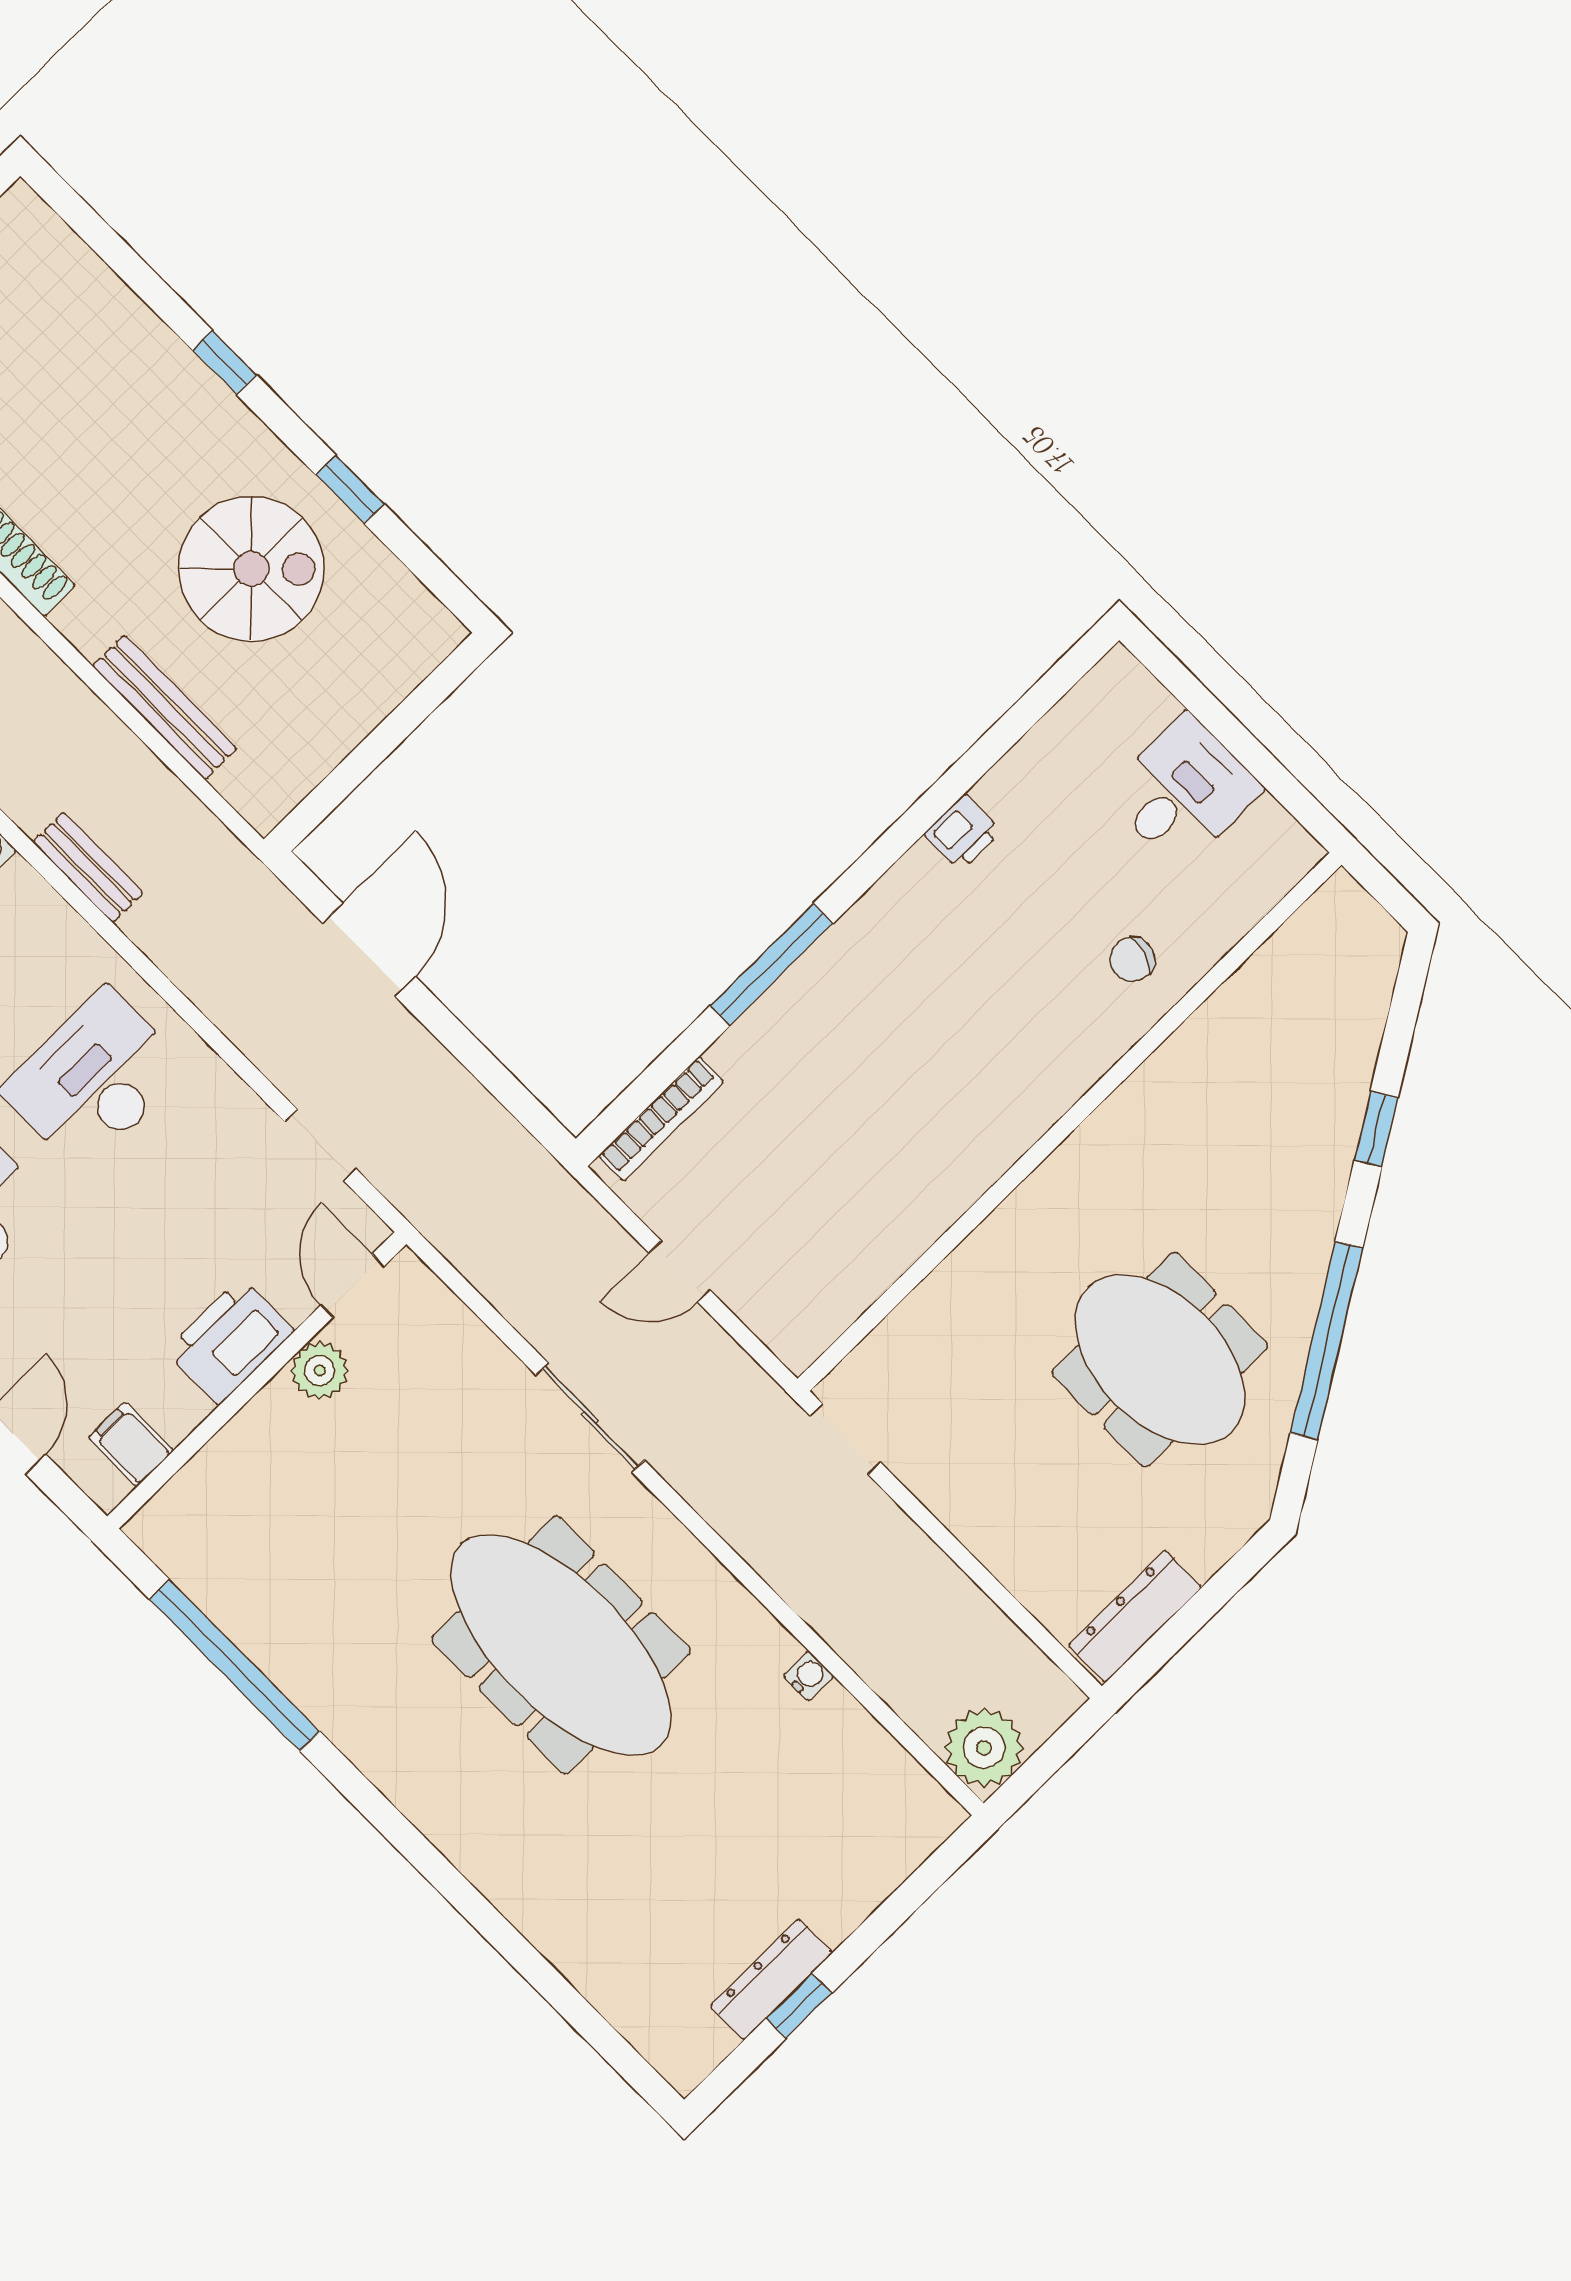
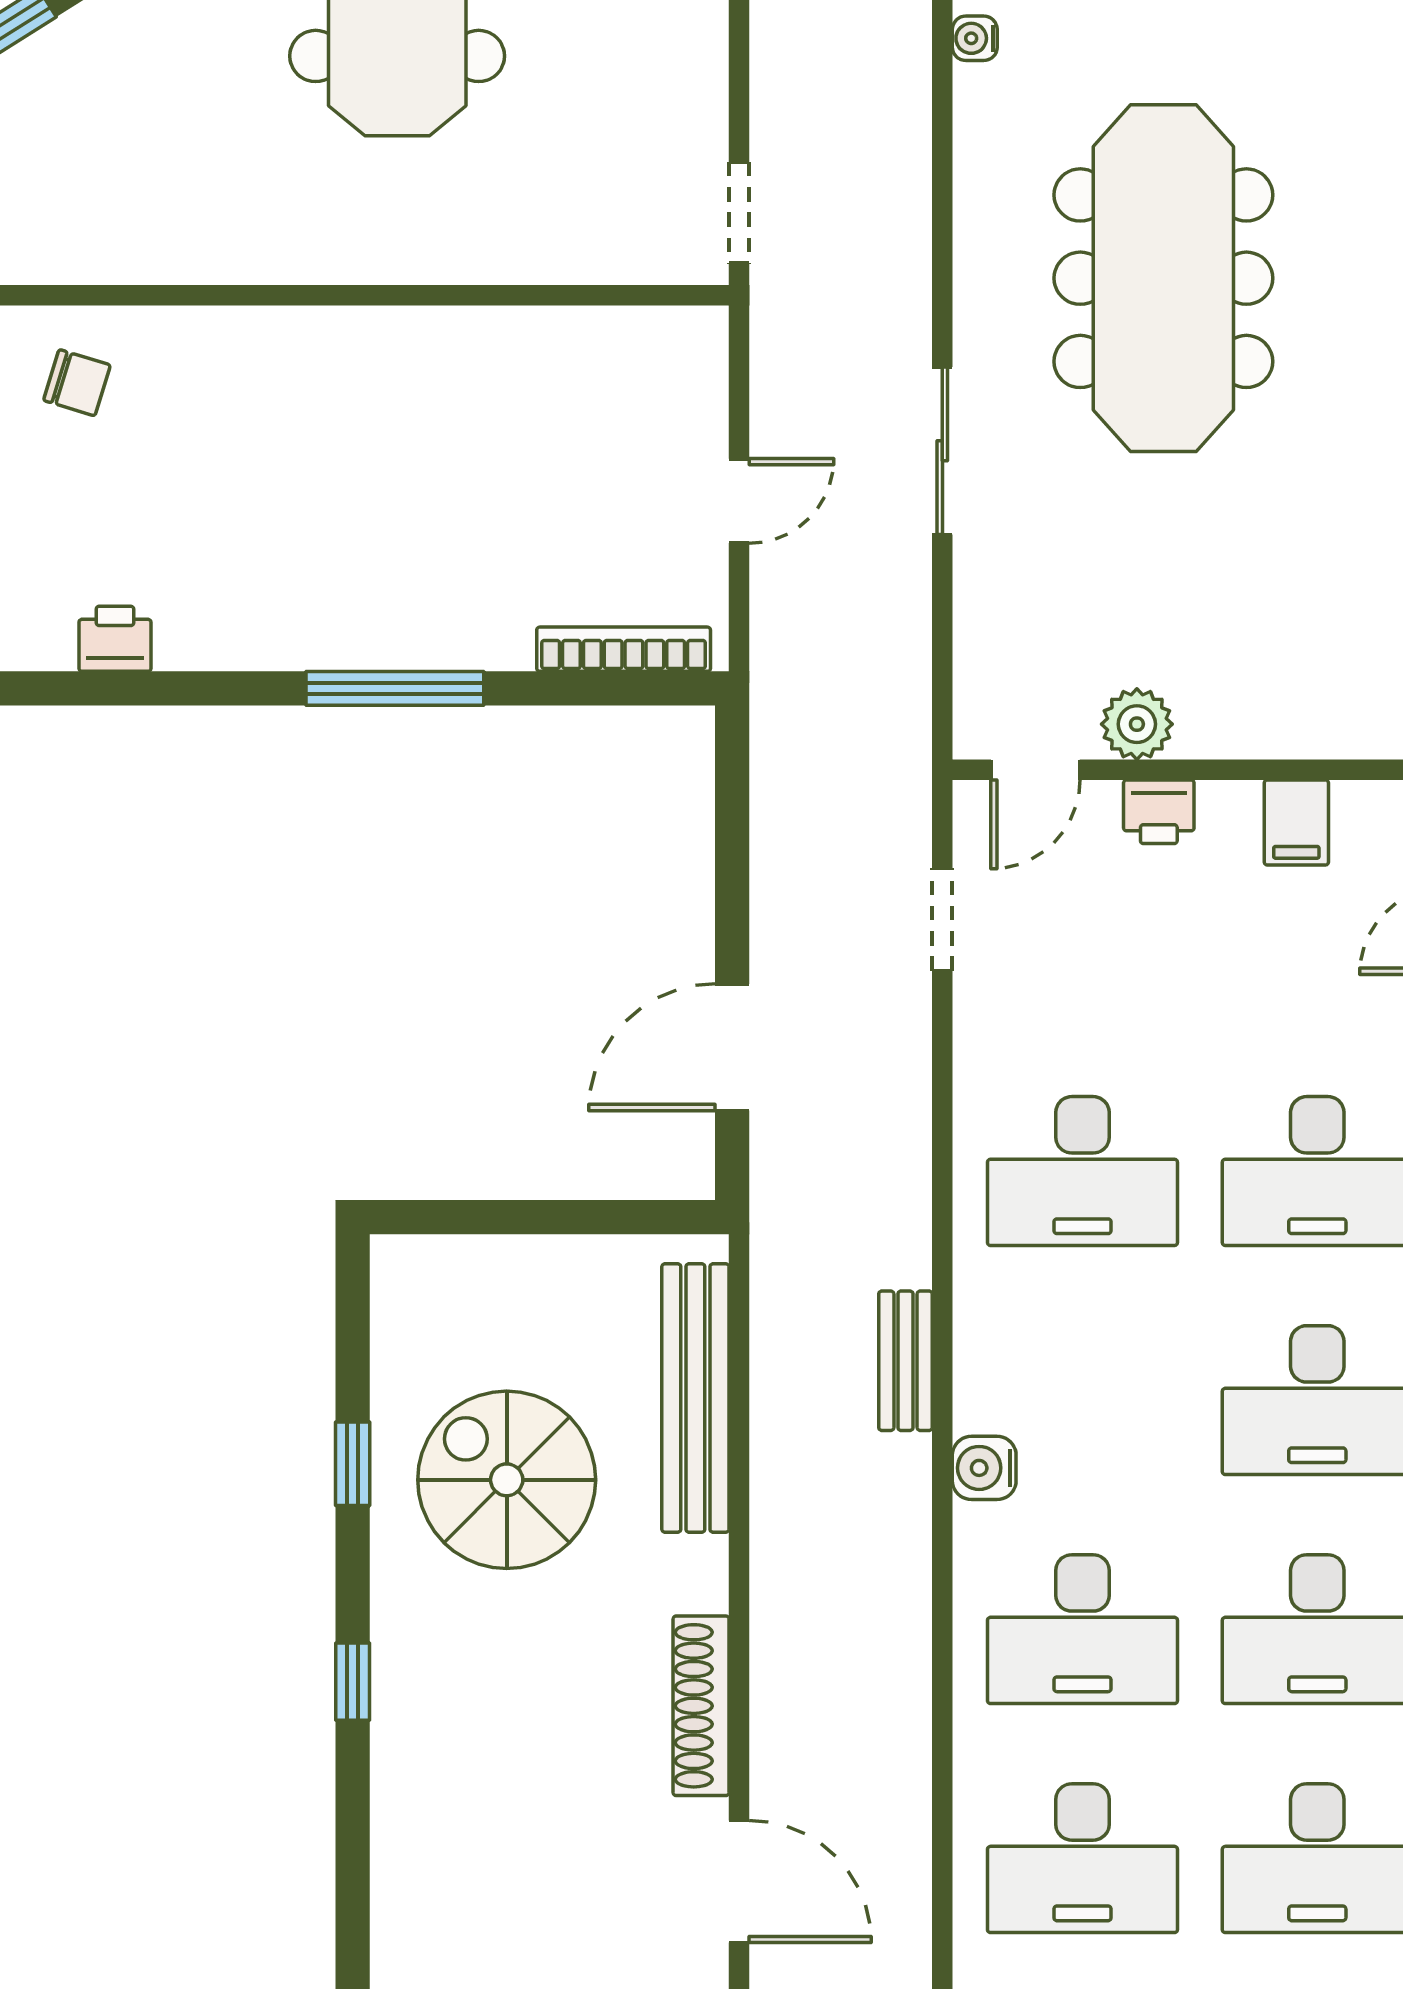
bench: (165, 707) -> (695, 1398), width x1.37, depth x1.21
door: (679, 1271) -> (739, 501), hinge flipped
printer: (230, 1341) -> (1159, 812), width x0.53, depth x0.68
filing cabinet: (131, 1444) -> (1296, 823), moved

